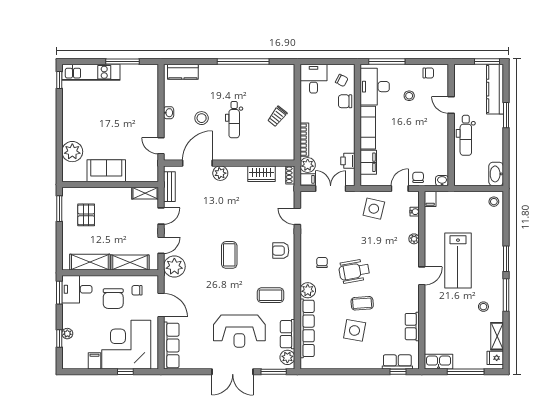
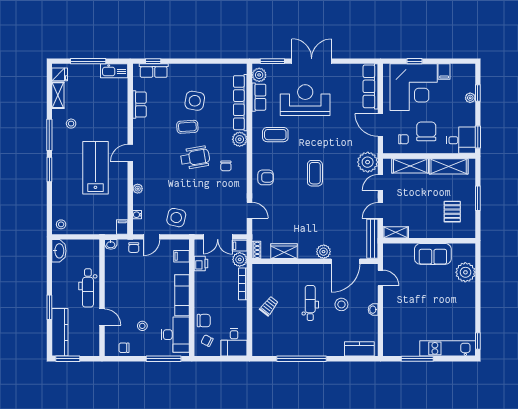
dental chair: (466, 135) -> (88, 288), turned 180
filing cabinet: (368, 162) -> (182, 256), width x0.50
bench: (169, 187) -> (372, 239), width x1.36
window: (59, 209) -> (478, 198), moved

